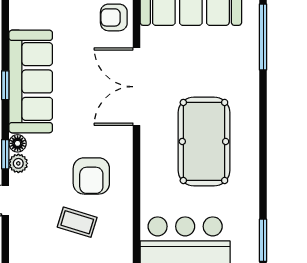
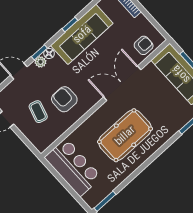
armchair: (114, 17) -> (144, 45), turned 90
armchair: (91, 176) -> (64, 99), turned 90

